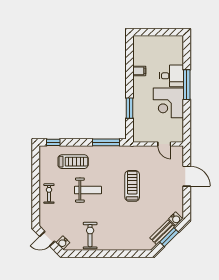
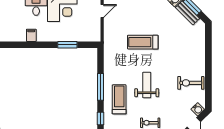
window: (106, 142) -> (101, 87), moved

